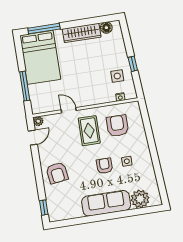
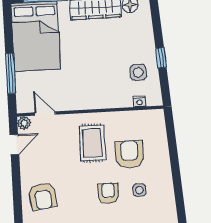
door: (69, 110) -> (45, 114), moved
armchair: (117, 126) -> (129, 154), moved

